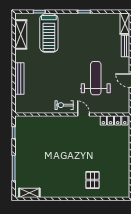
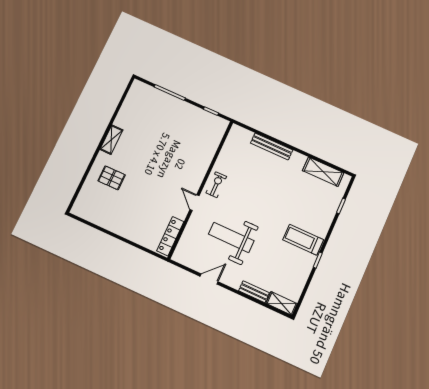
treadmill: (49, 33) -> (303, 240), moved, width x0.73, depth x0.73
weight bench: (96, 78) -> (231, 237), turned 180
door: (83, 114) -> (194, 203), swing flipped
shelving: (29, 193) -> (111, 140), moved

